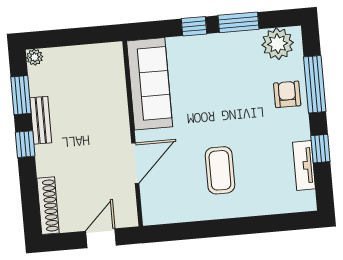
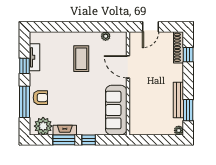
fireplace: (238, 40) -> (65, 130), added
armchair: (287, 94) -> (40, 98), turned -90
bench: (41, 120) -> (178, 100), width x1.36
window: (25, 144) -> (188, 55), moved
door: (135, 163) -> (128, 67), hinge flipped
plant: (180, 214) -> (106, 36), added

